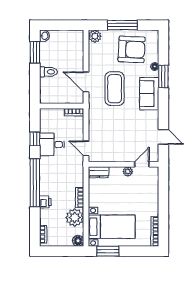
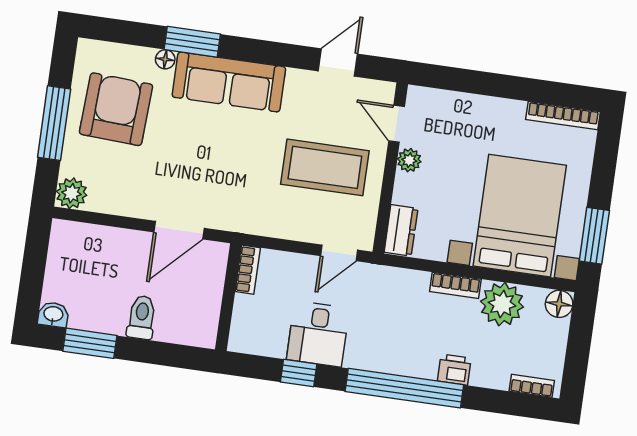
coffee table: (115, 89) -> (325, 167), moved
sofa: (149, 94) -> (229, 82), width x1.36
bed with nightstands: (112, 227) -> (520, 216), width x1.36

